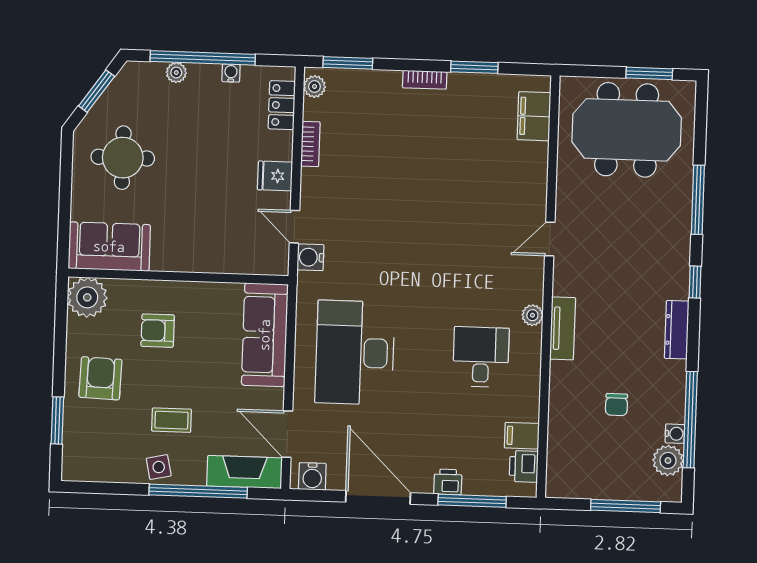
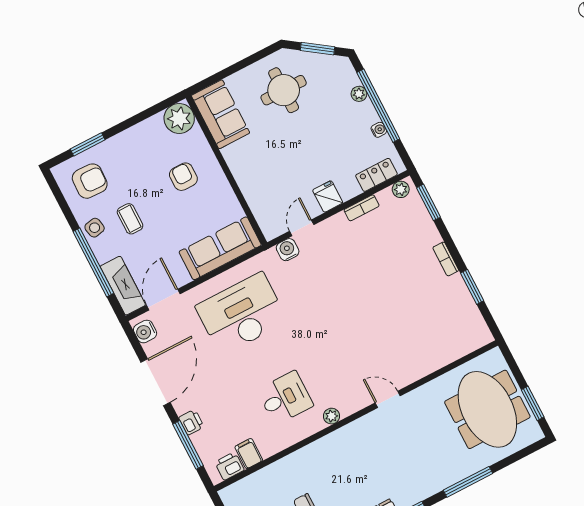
filing cabinet: (534, 116) -> (462, 344), removed
tv unit: (563, 328) -> (334, 441), removed
armchair: (100, 378) -> (90, 181), moved

